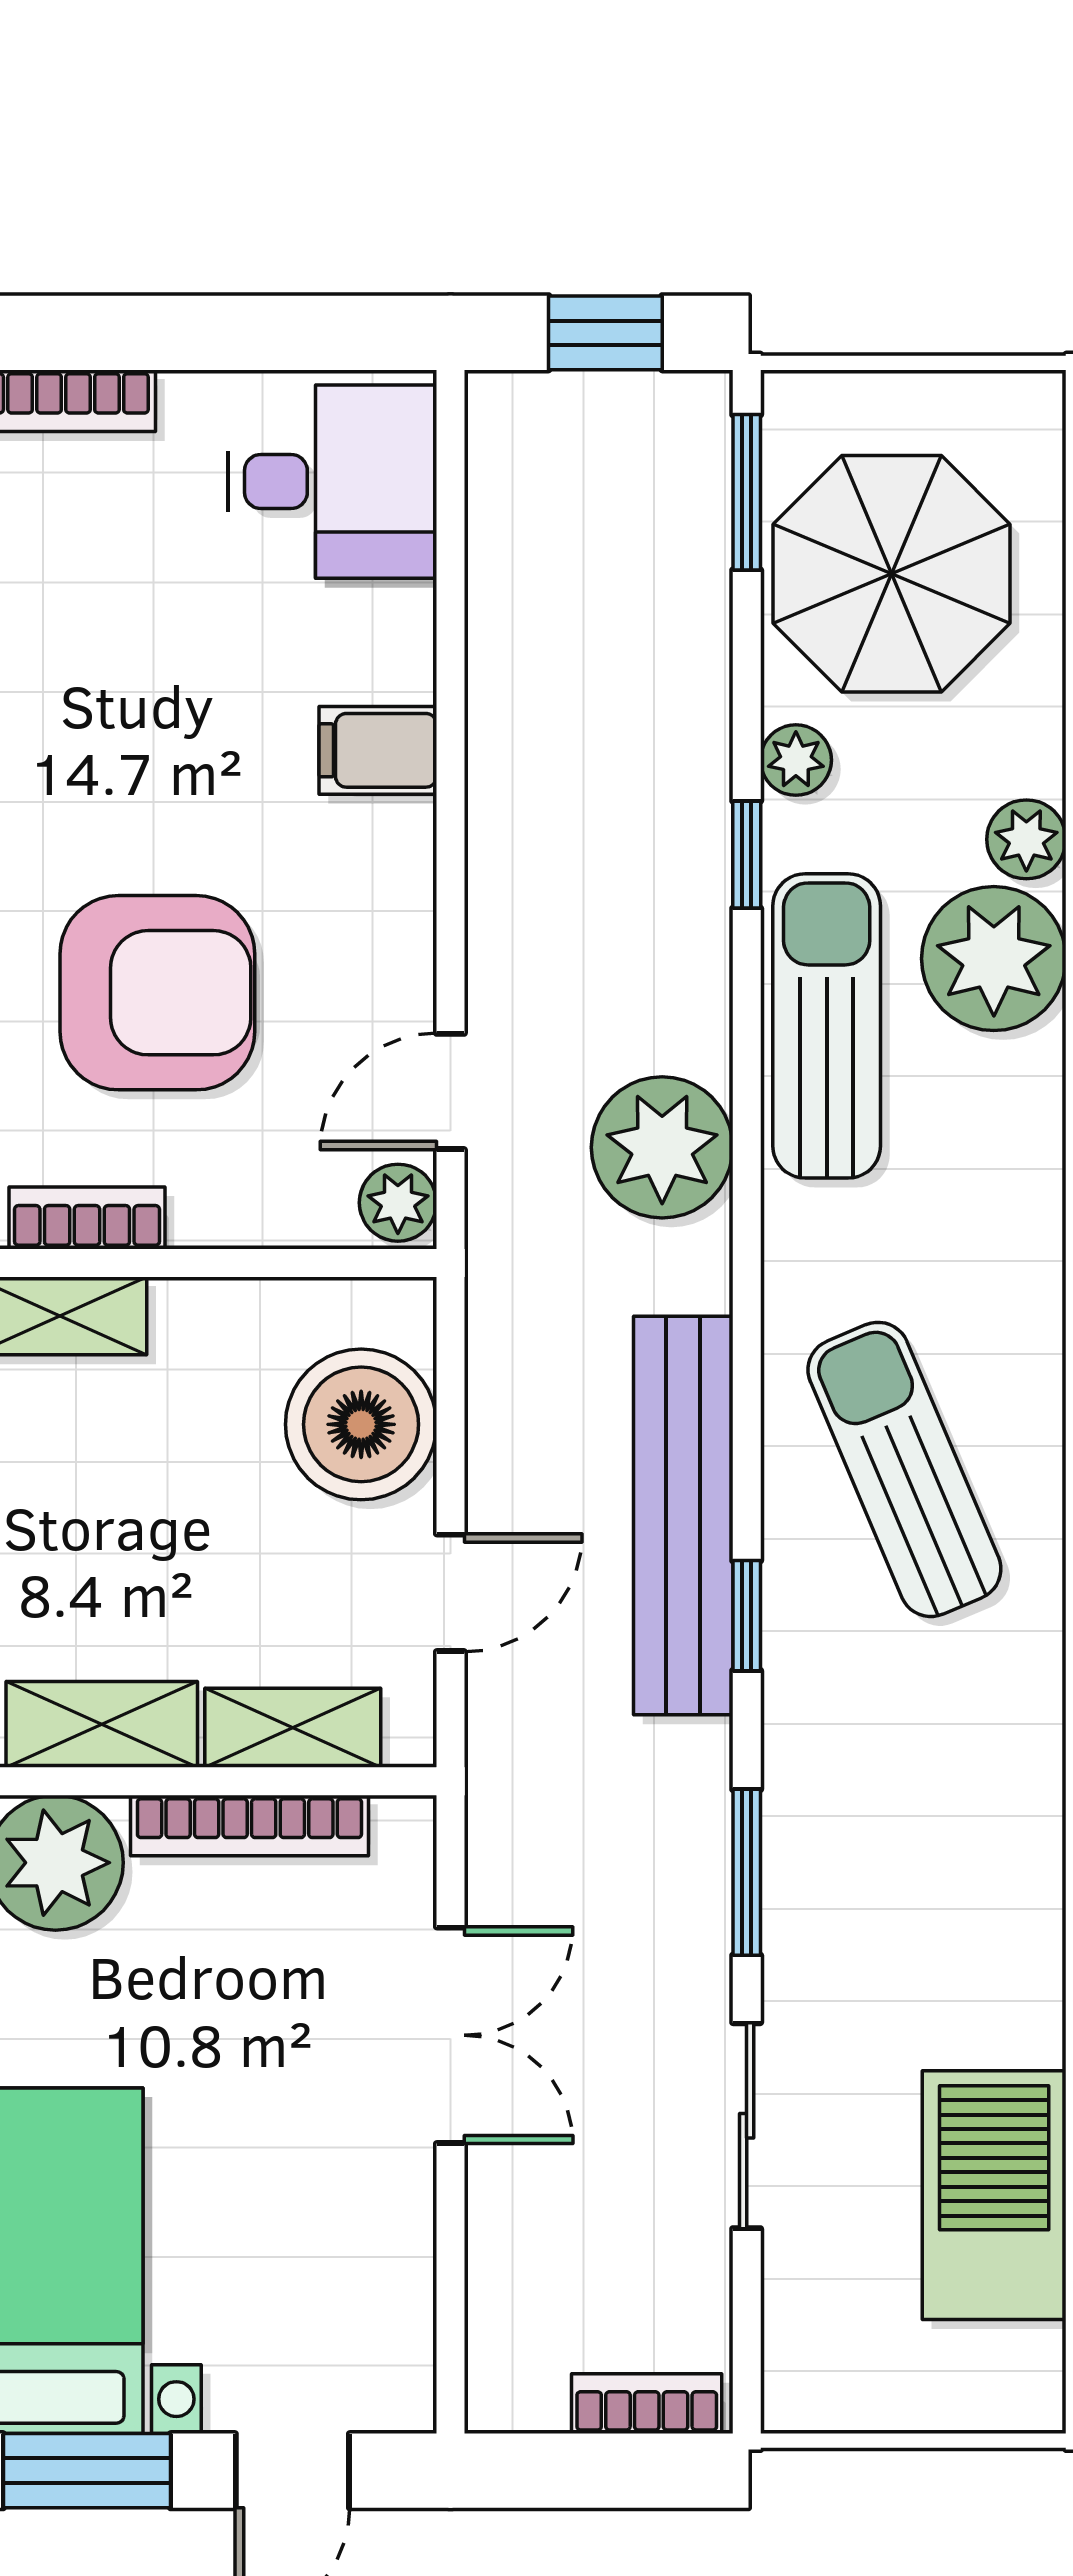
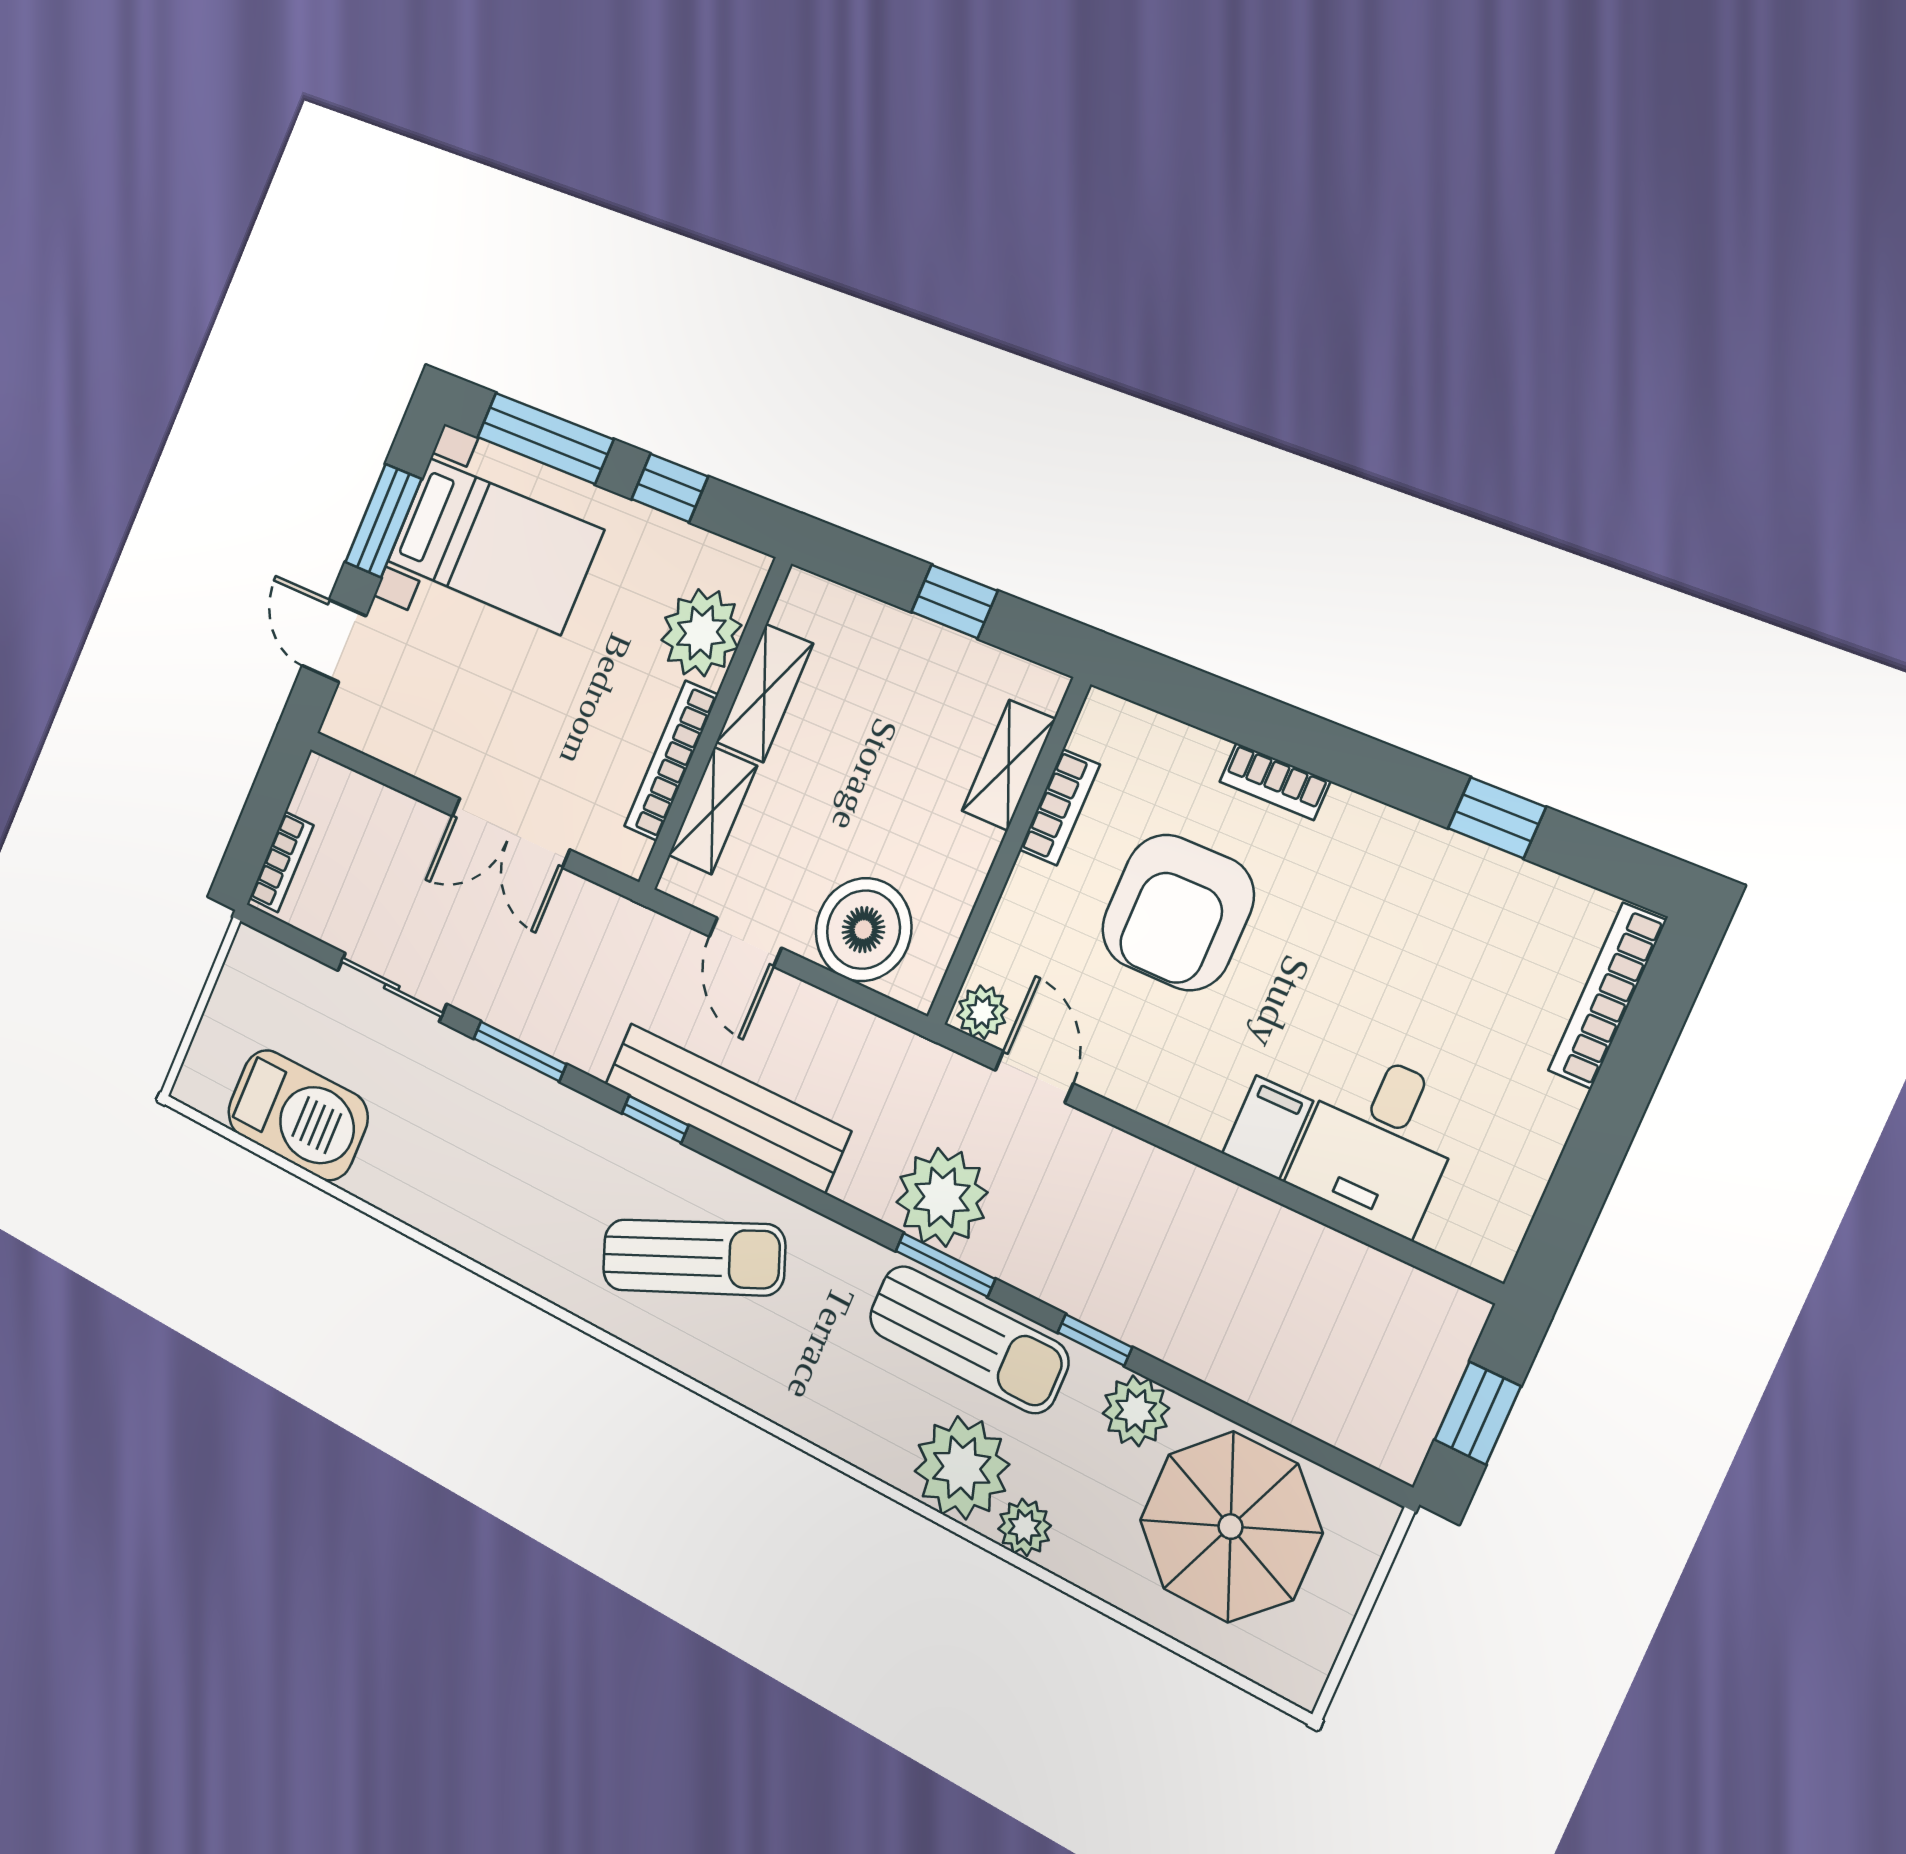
desk: (332, 482) -> (1378, 1141), moved
window: (747, 492) -> (945, 1265), moved
plant: (796, 760) -> (1136, 1411), width x1.38, depth x1.38

